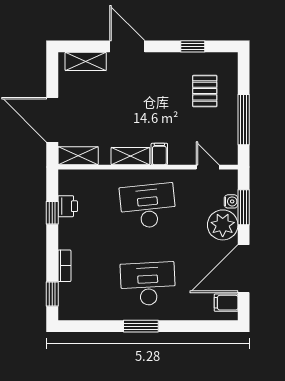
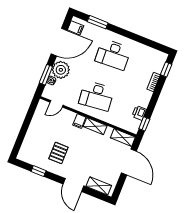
pallet: (205, 91) -> (58, 153), moved
window: (244, 120) -> (27, 121), removed
door: (208, 167) -> (56, 104), hinge flipped
window: (52, 213) -> (144, 124), moved
window: (141, 326) -> (98, 22), moved

